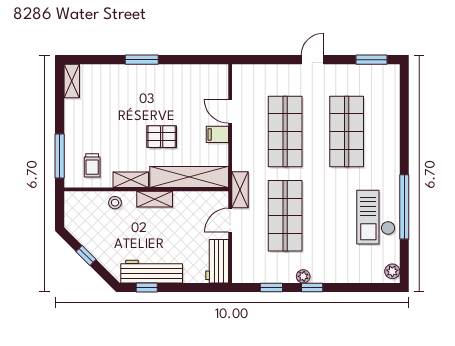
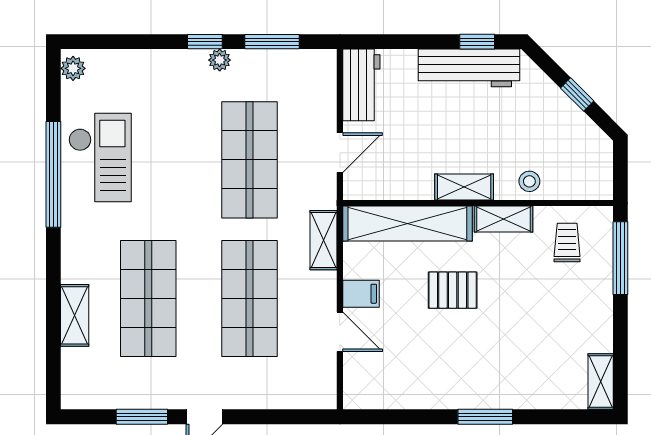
window: (371, 60) -> (142, 417), moved
shelving: (391, 121) -> (75, 315), added
shelving: (240, 190) -> (324, 240), moved
window: (271, 288) -> (272, 42), width x1.50

